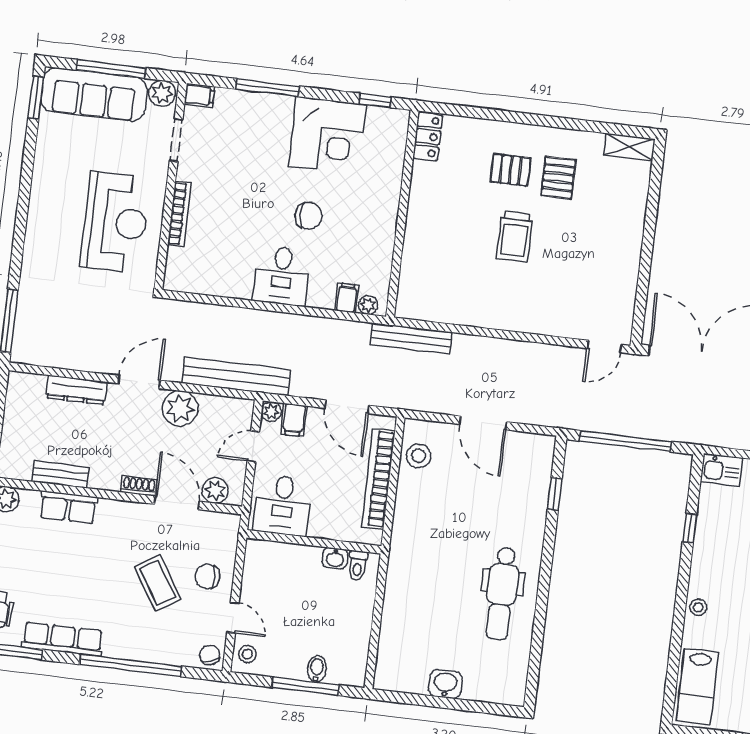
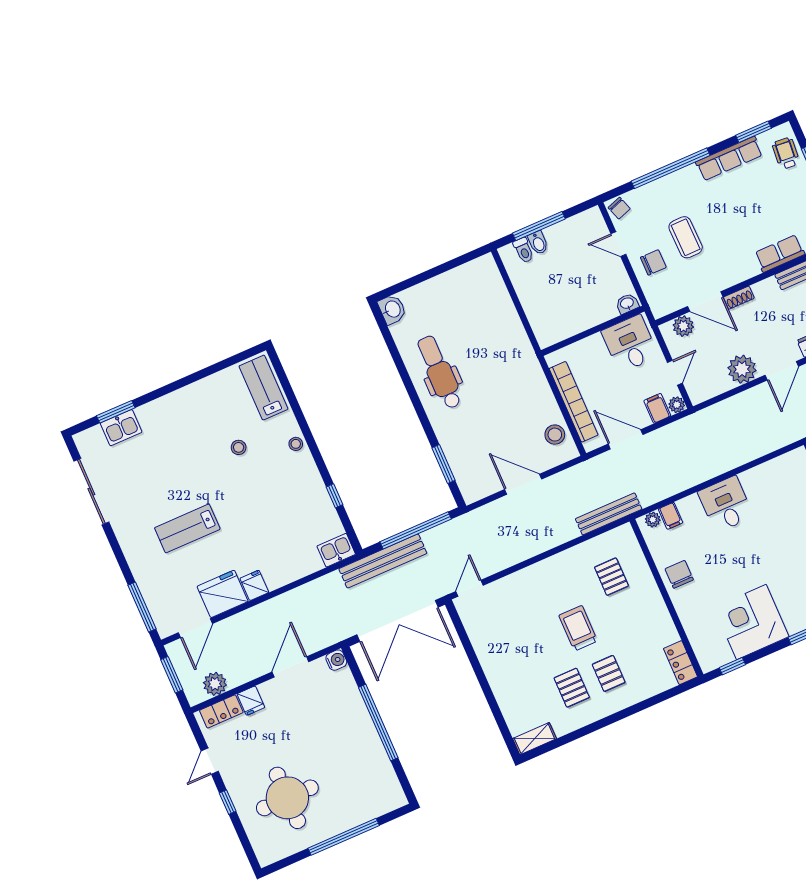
pallet: (510, 170) -> (609, 673), turned 90
chair: (309, 216) -> (679, 574), moved, turned 90
pallet: (447, 270) -> (611, 577), added
bench: (236, 376) -> (383, 561), moved
window: (555, 494) -> (443, 464), width x1.50
washbasin: (335, 558) -> (627, 304), moved
toilet: (358, 566) -> (524, 250), moved, turned 180
coffee table: (158, 583) -> (686, 237), turned 31
stool: (247, 654) -> (593, 224), removed
washbasin: (445, 684) -> (392, 309), moved, turned -90

